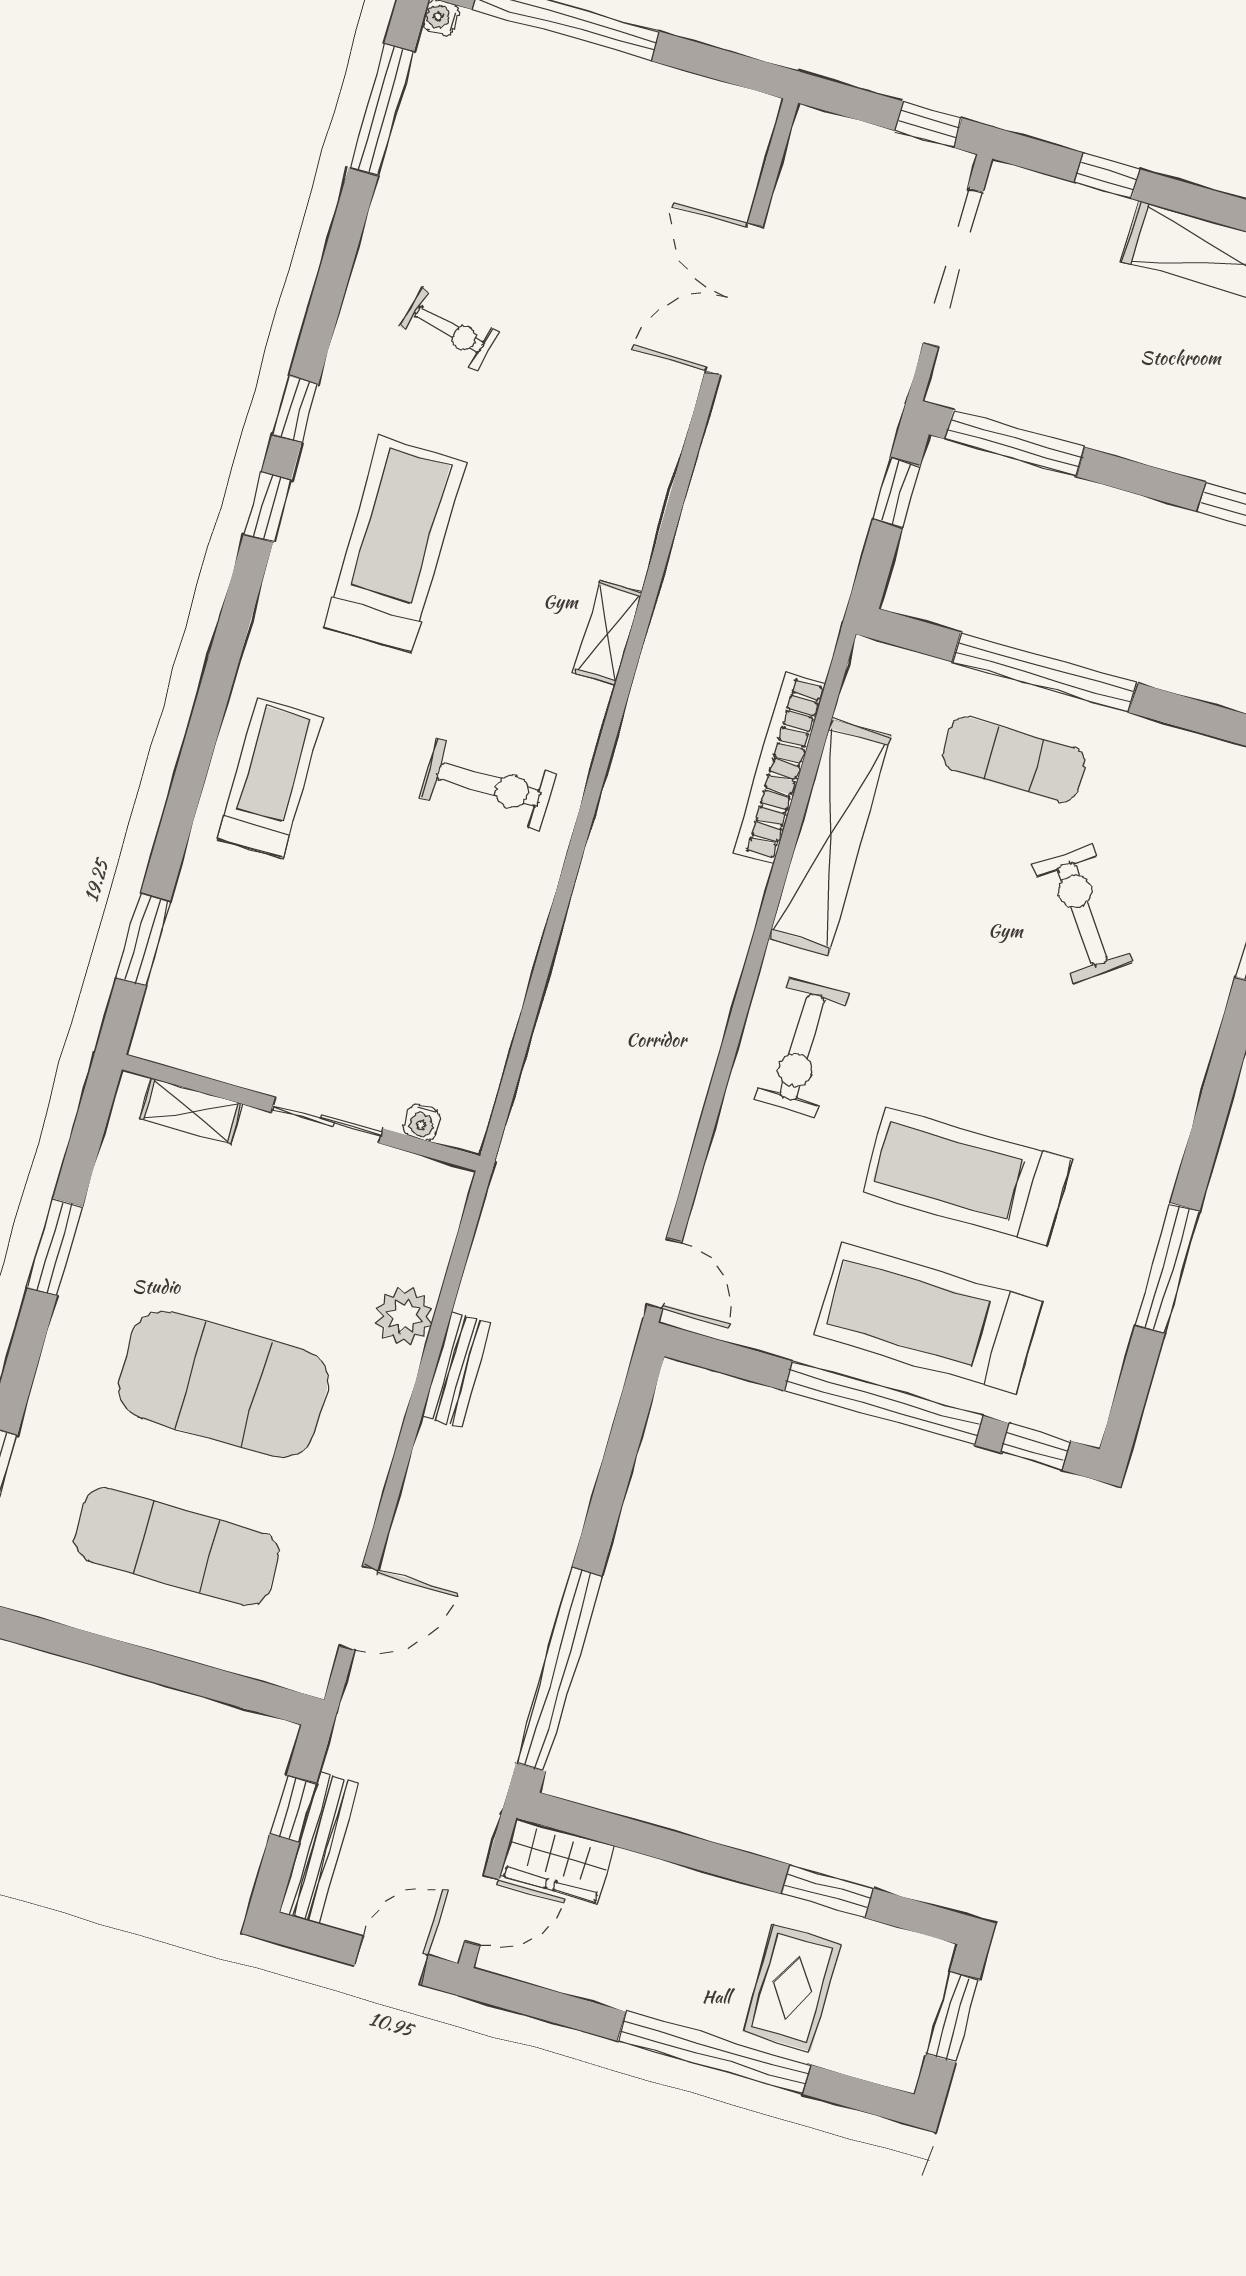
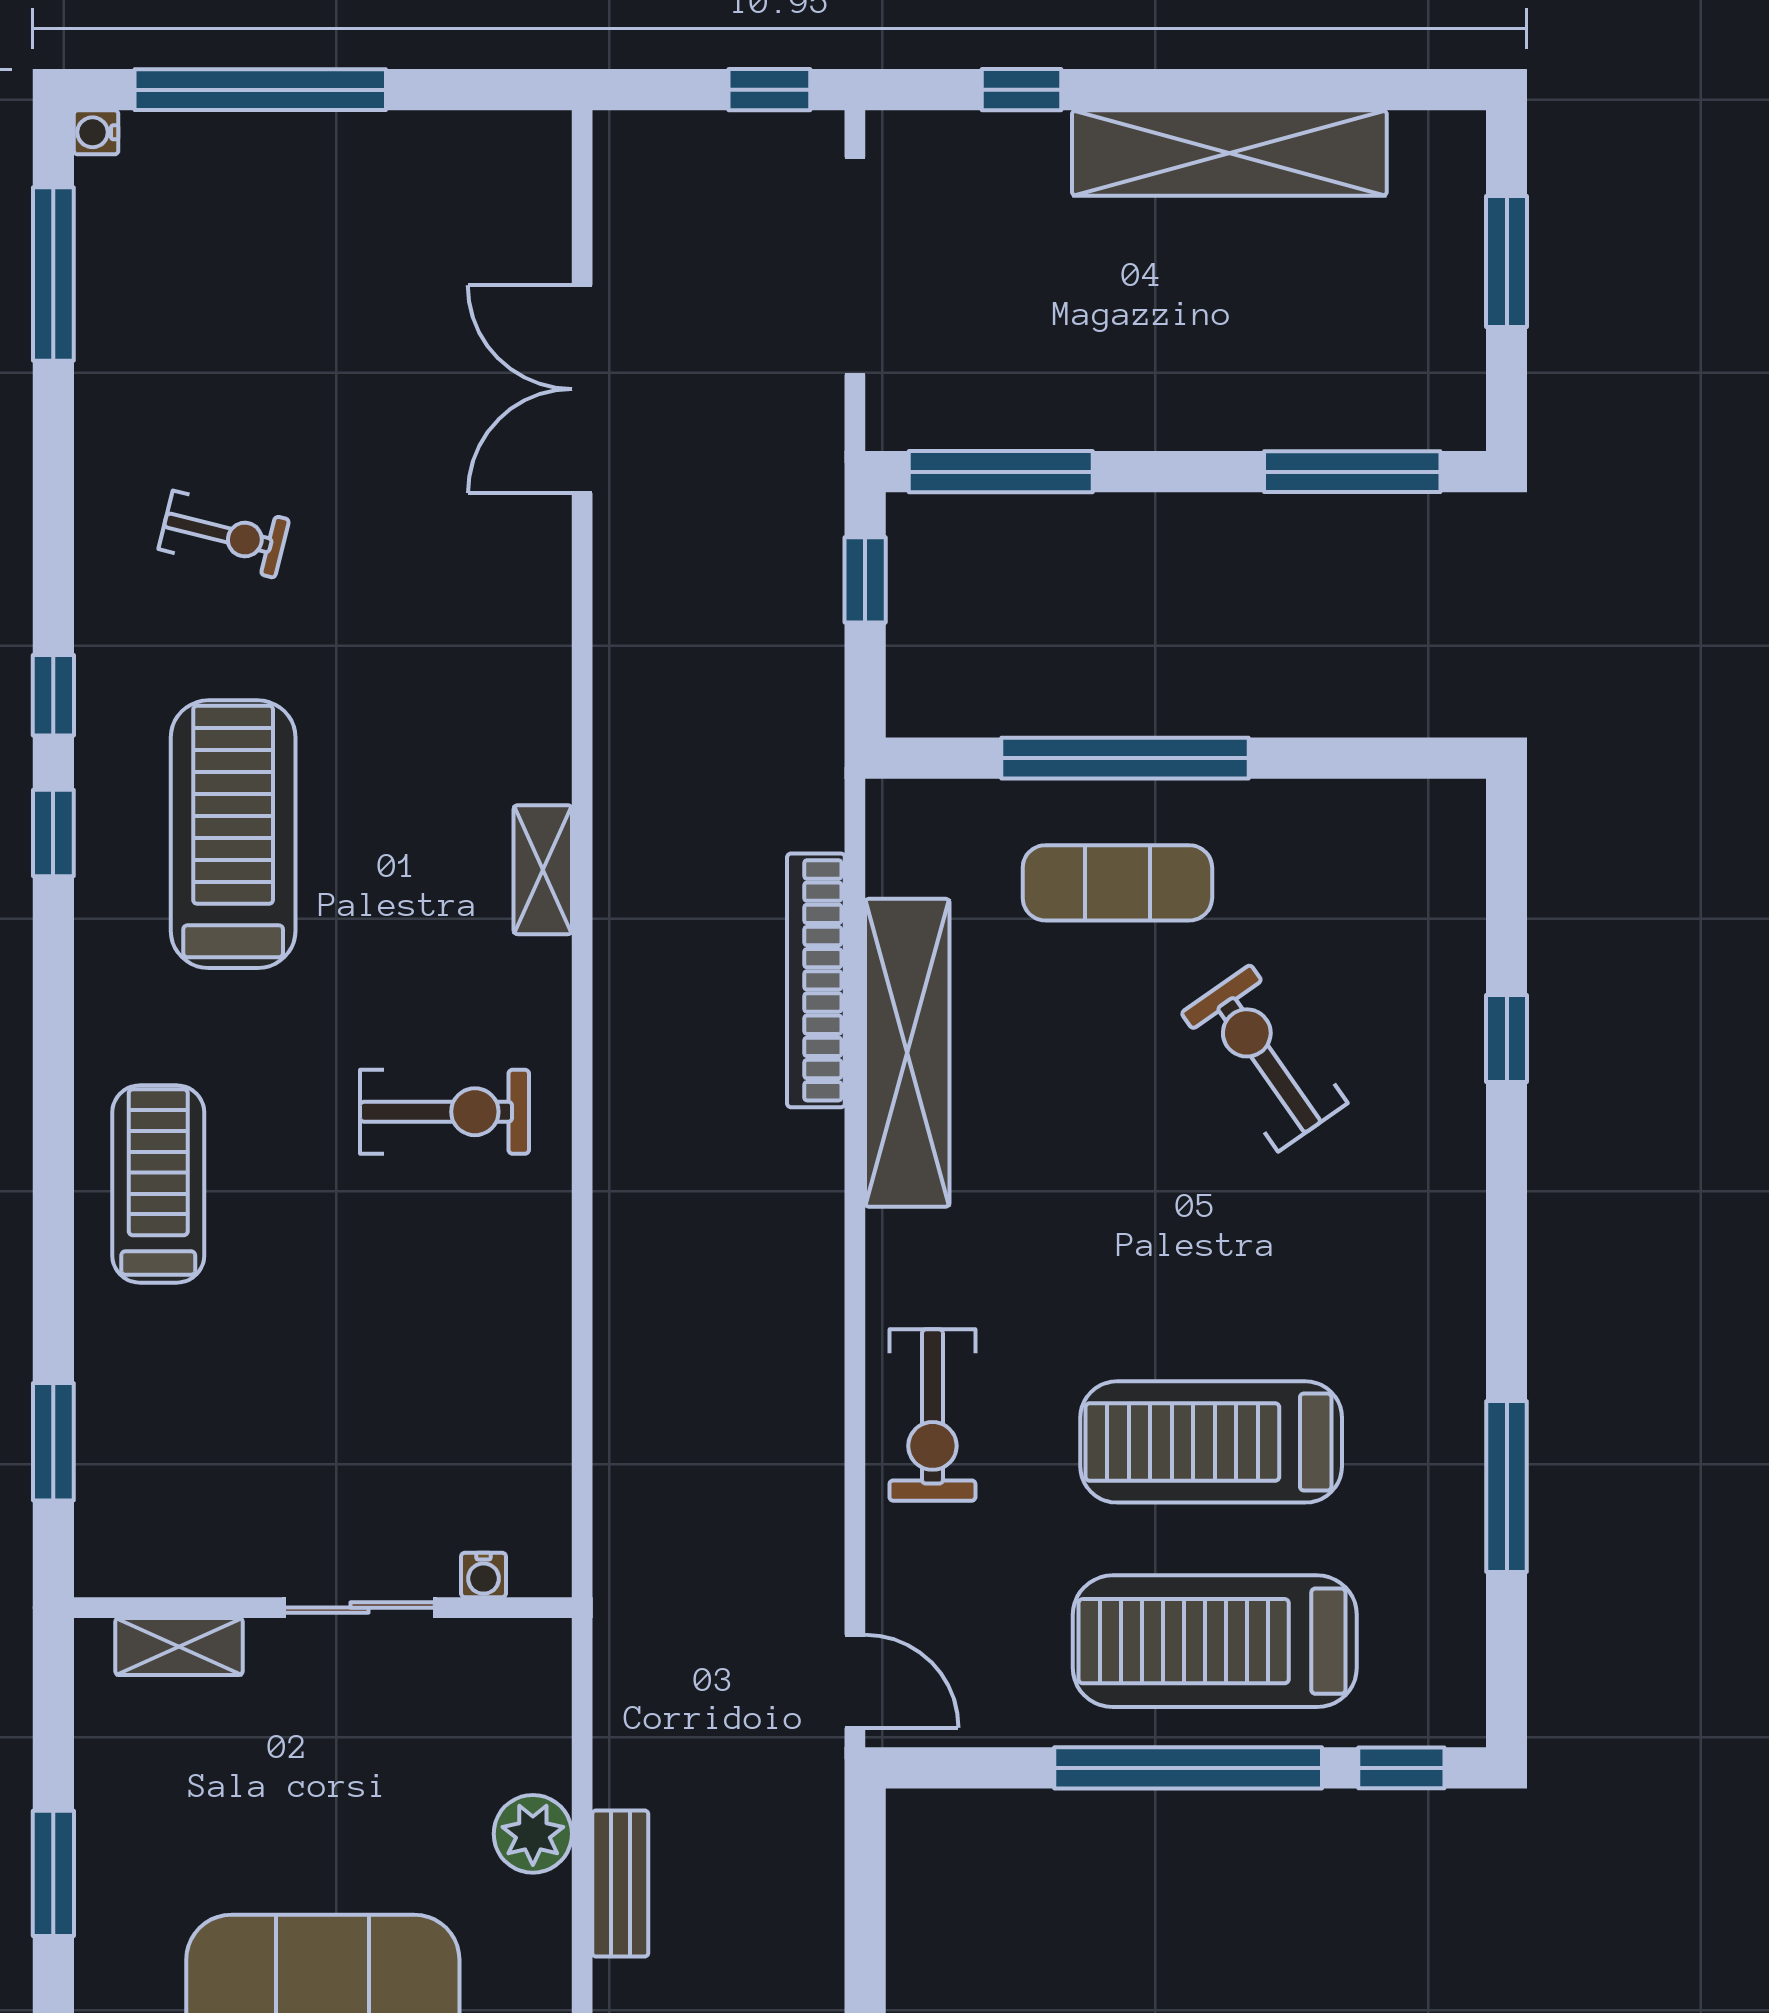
exercise bike: (802, 1047) -> (932, 1415), moved

